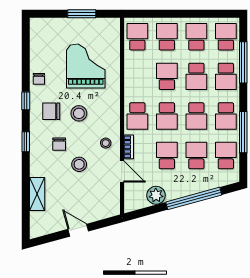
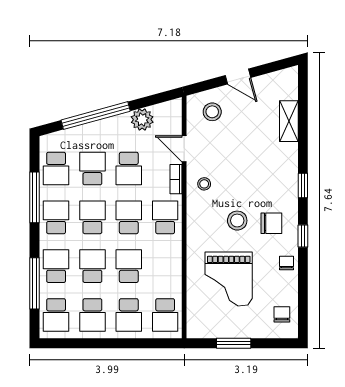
school desk: (167, 76) -> (129, 266), turned 180
chair: (59, 144) -> (282, 314), moved
school desk: (196, 156) -> (92, 169), turned 180
stool: (79, 164) -> (212, 112), moved

